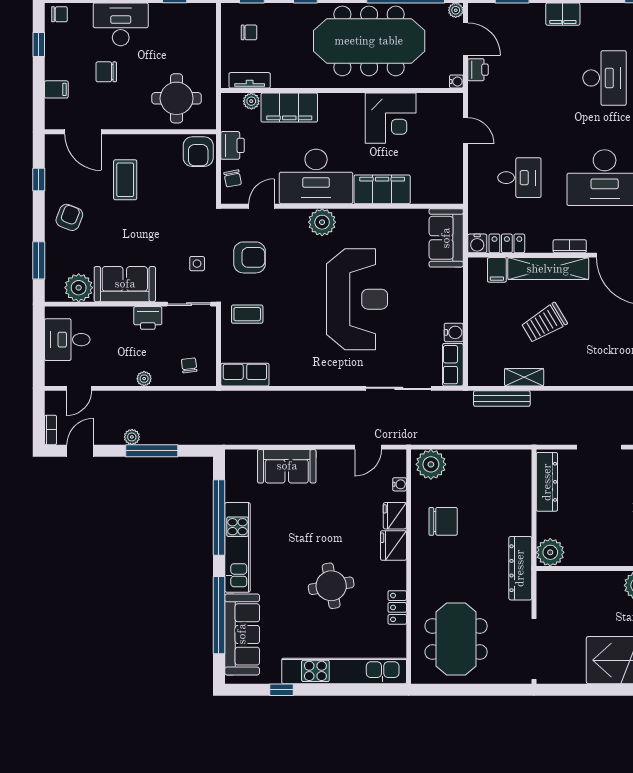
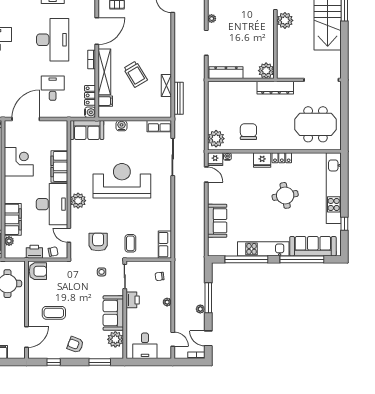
door: (465, 131) -> (26, 119), width x1.87
water cooler: (454, 332) -> (122, 126), moved
fridge: (395, 516) -> (215, 159), moved
locker: (397, 607) -> (282, 158), moved

